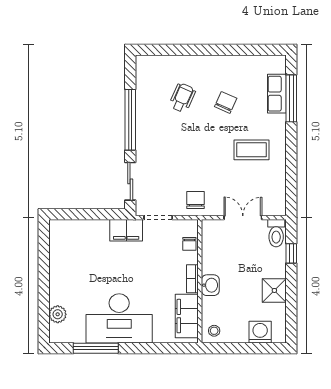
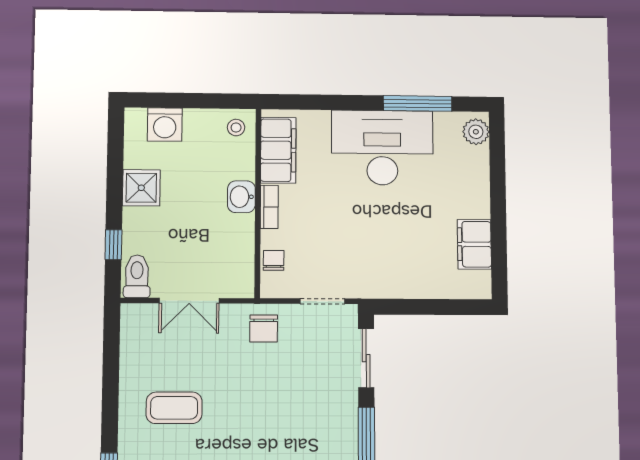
filing cabinet: (126, 230) -> (474, 244), moved, turned -90
plant: (58, 314) -> (476, 132), moved

